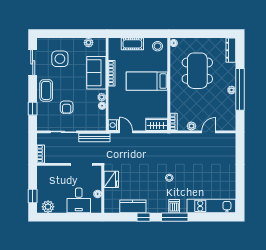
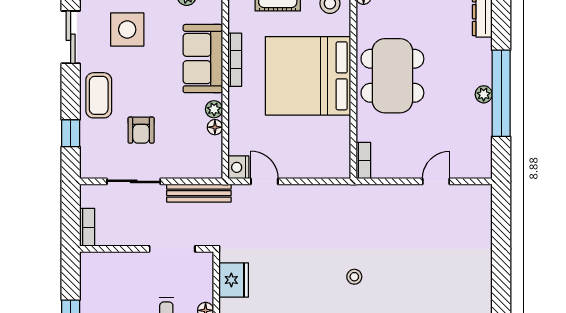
dining table: (197, 71) -> (392, 76), moved
bed: (147, 81) -> (308, 76), width x2.04
wardrobe: (157, 124) -> (328, 166), removed
plant: (191, 126) -> (401, 169), removed

